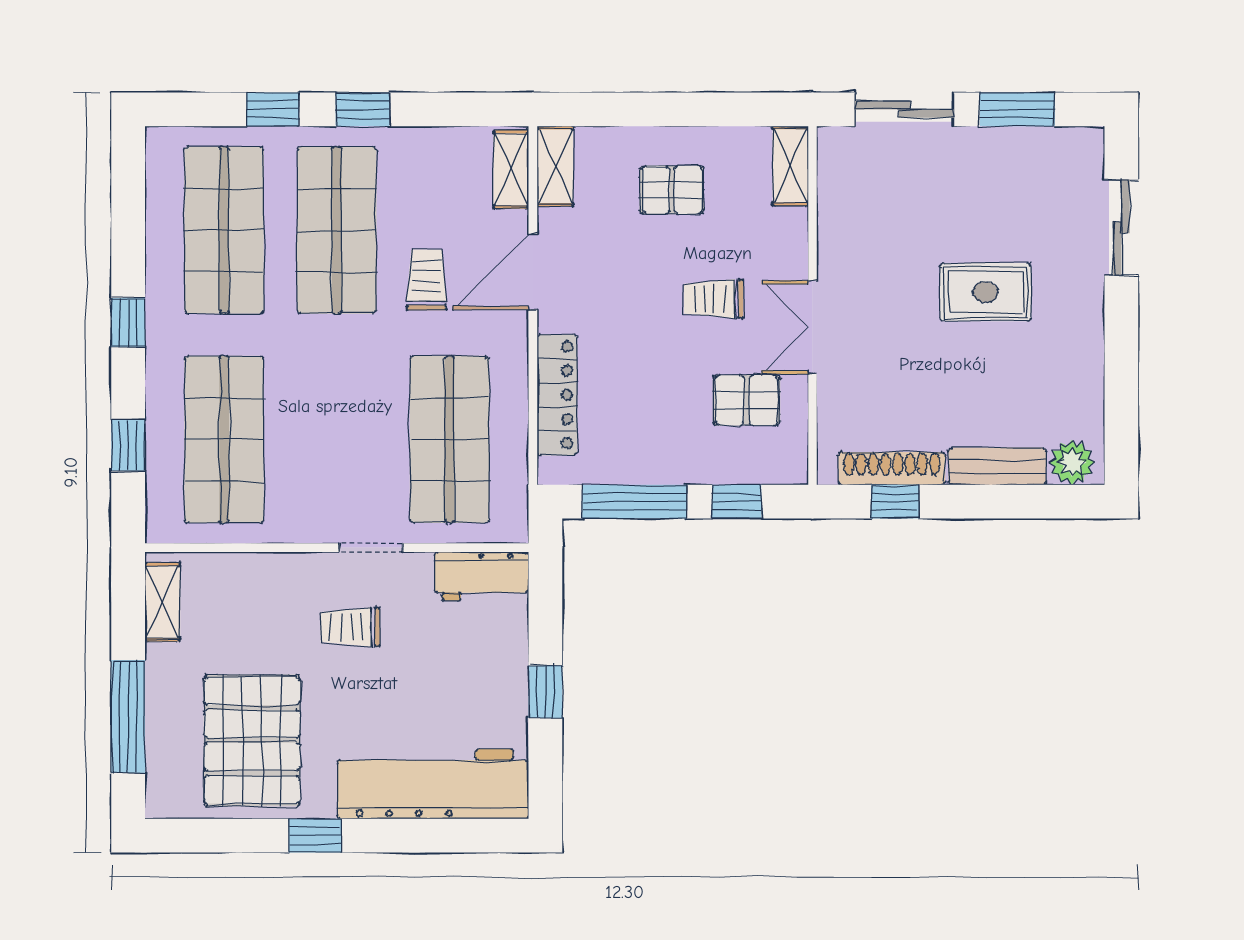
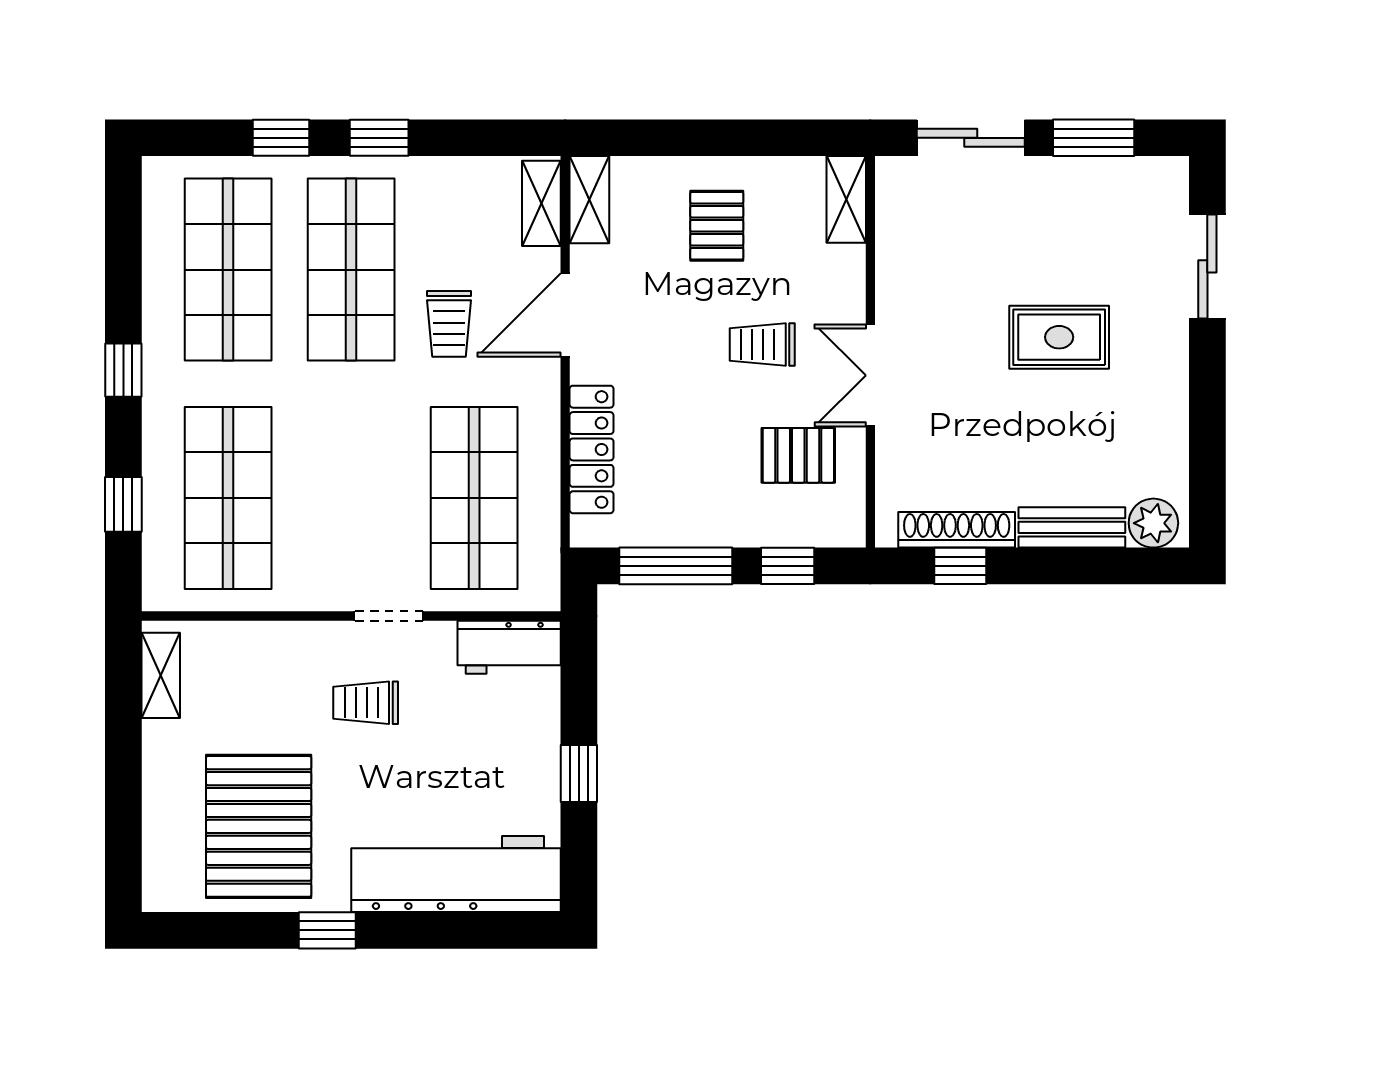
pallet: (672, 190) -> (717, 226), turned 90
trolley: (426, 280) -> (449, 324), turned 180
window: (128, 716) -> (123, 800), removed

